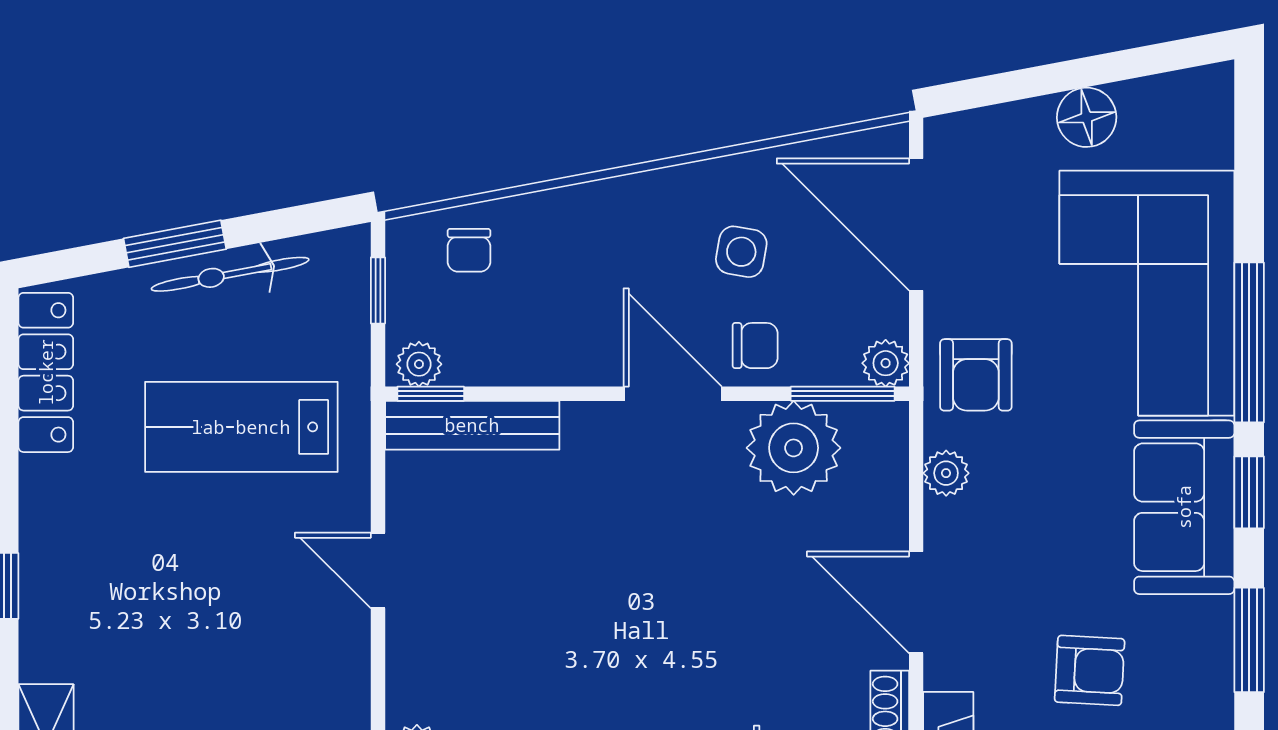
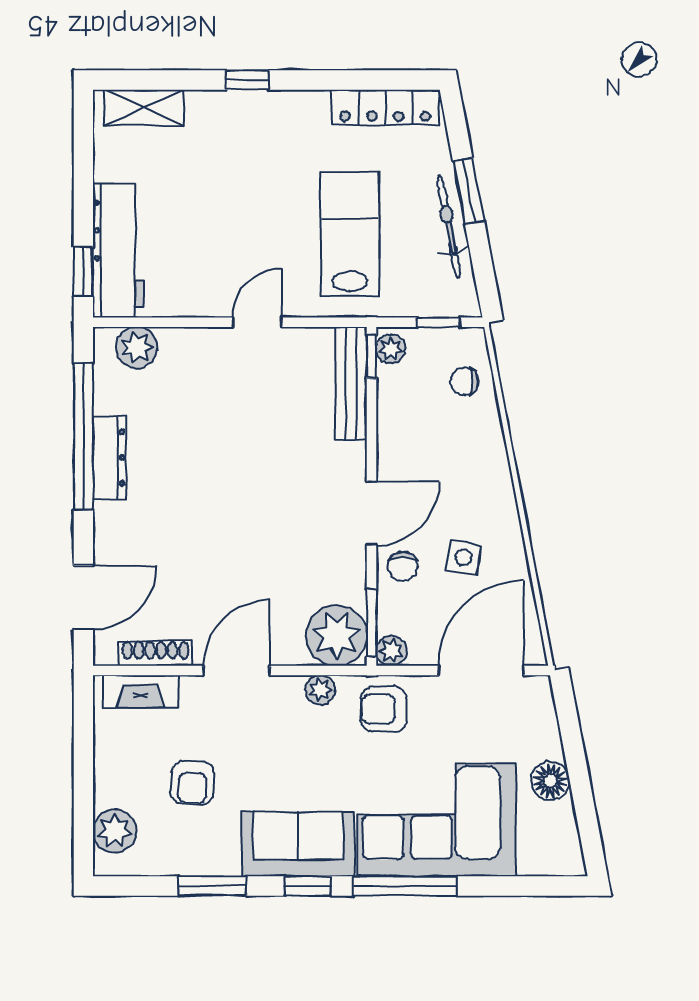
plant: (794, 448) -> (336, 636), moved

